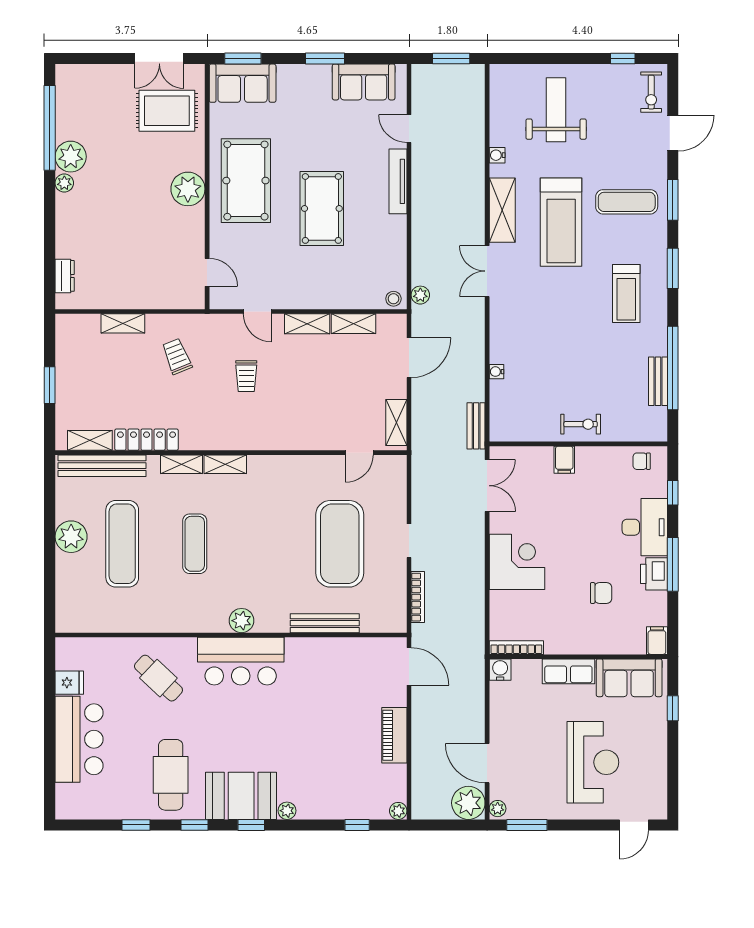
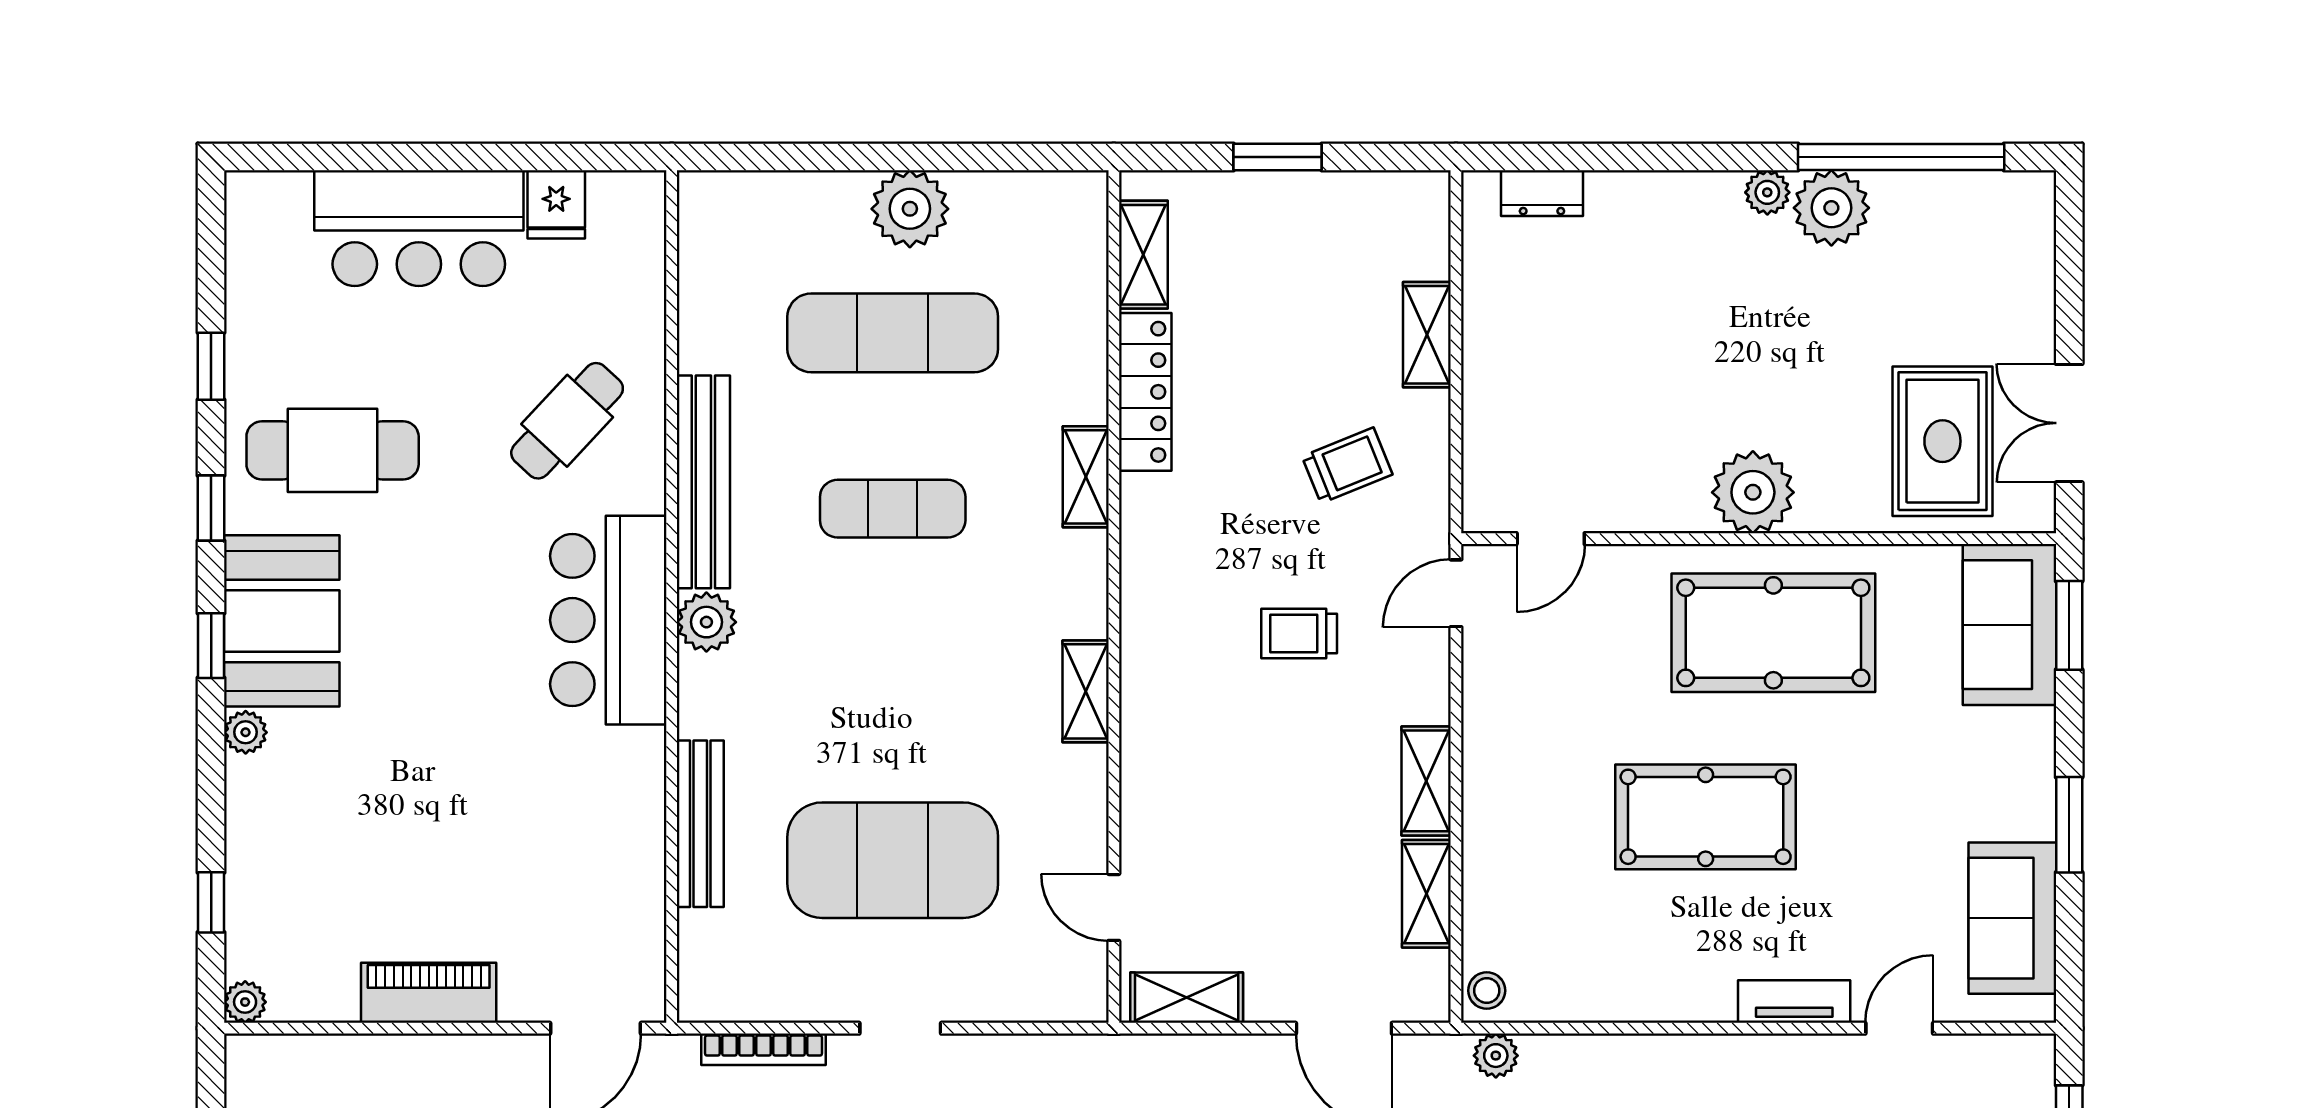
tv unit: (398, 181) -> (1794, 1002), width x0.71
door: (257, 311) -> (1456, 593), moved
shelving: (225, 464) -> (1086, 691), moved
bench: (102, 466) -> (703, 482), moved

